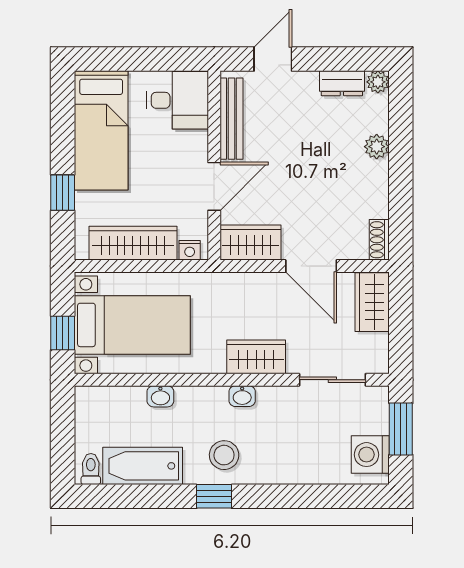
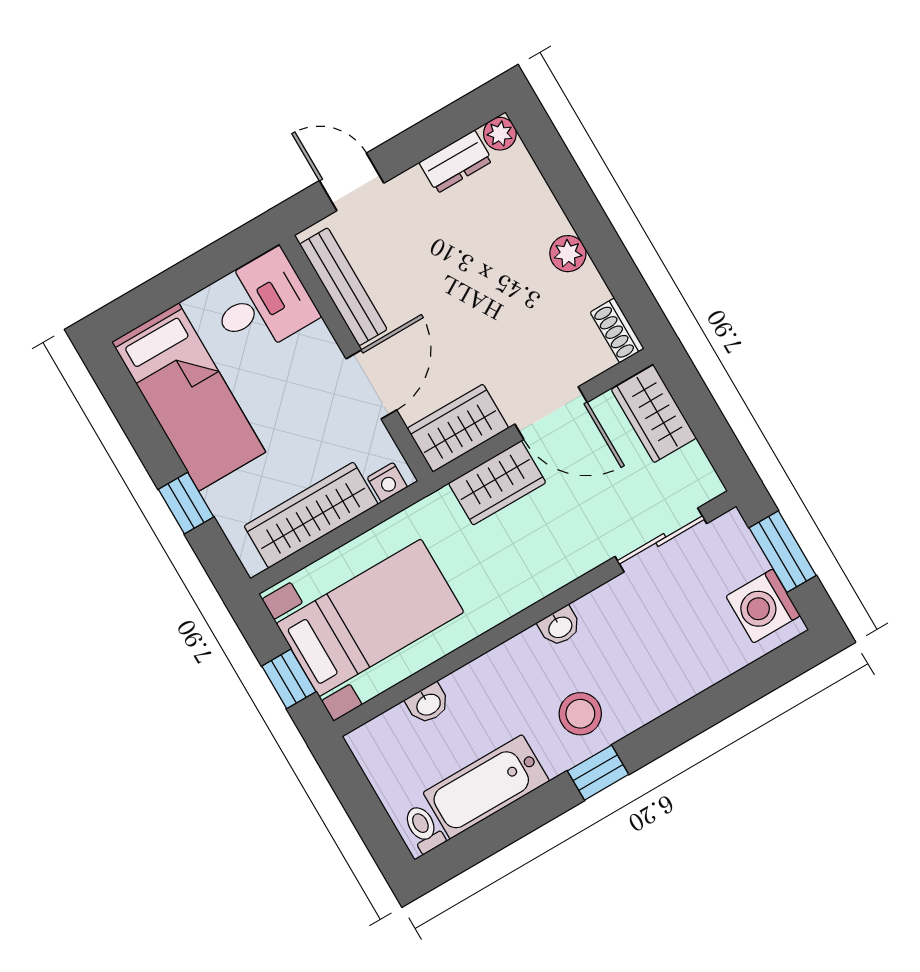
door: (273, 59) -> (352, 182), hinge flipped
plant: (377, 147) -> (568, 254), moved
wardrobe: (256, 357) -> (497, 483), moved, turned 180
washbasin: (160, 396) -> (428, 704), moved

